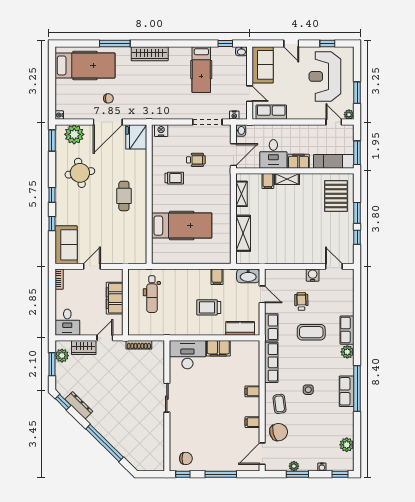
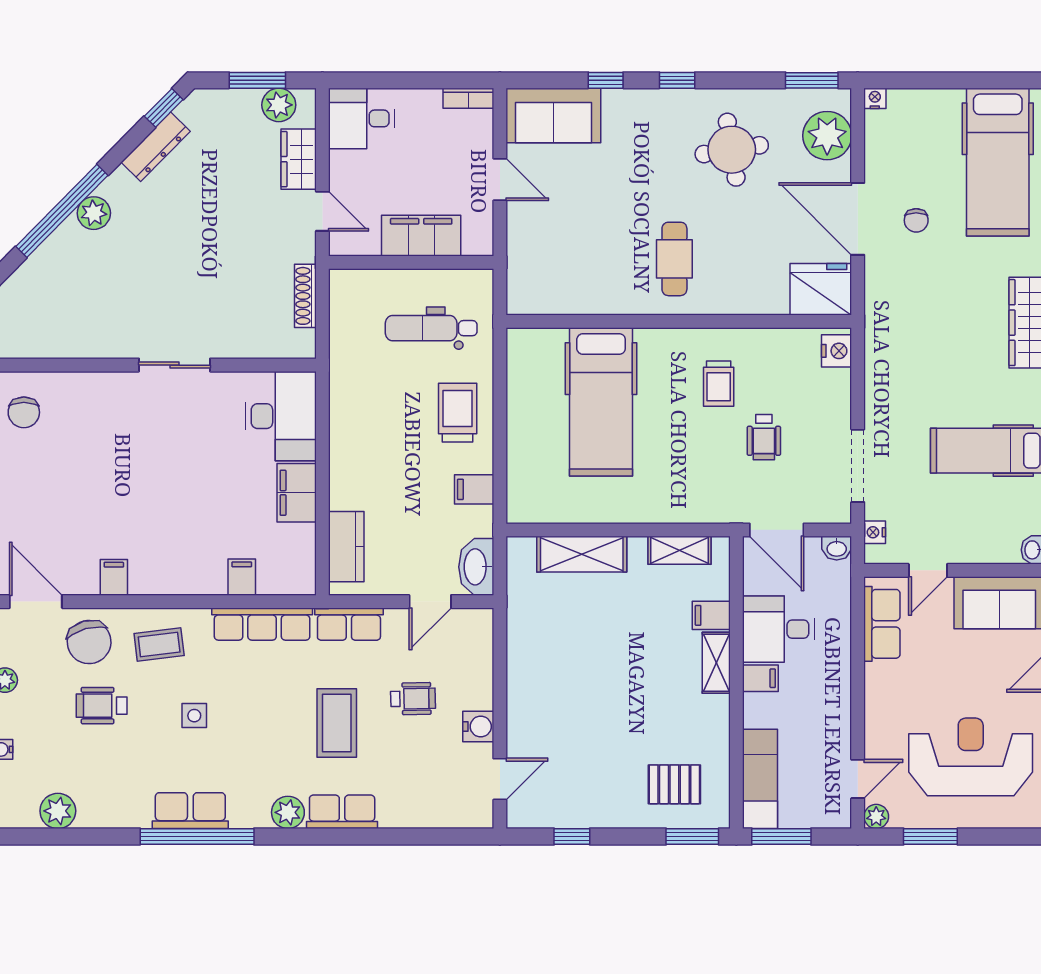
filing cabinet: (299, 161) -> (760, 678), width x0.50
cafe table: (124, 196) -> (674, 259), turned 90
pallet: (336, 196) -> (674, 784), width x0.67, depth x0.71
window: (357, 213) -> (692, 837), moved
trolley: (209, 307) -> (458, 413), moved
filing cabinet: (252, 391) -> (242, 577), moved
wheelchair: (304, 427) -> (102, 706), added
plant: (105, 430) -> (94, 213), added

